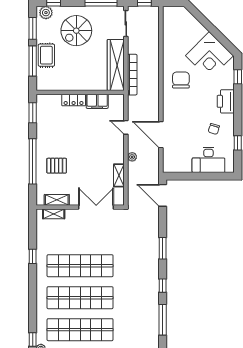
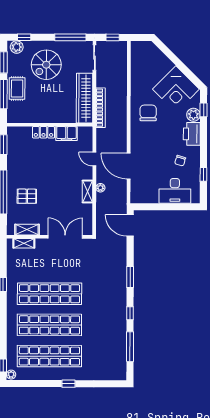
plant: (227, 82) -> (193, 115), added
shelving: (119, 175) -> (87, 192), moved

